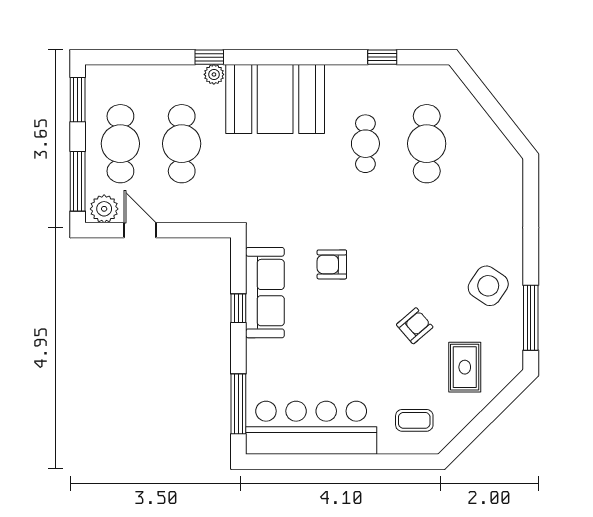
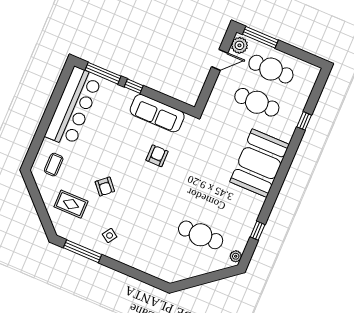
window: (209, 57) -> (304, 121), moved
plant: (214, 74) -> (236, 256), moved
window: (78, 100) -> (305, 56), removed
cafe table: (365, 144) -> (215, 202), removed
side table: (488, 286) -> (110, 235), width x0.54, depth x0.54
window: (238, 308) -> (134, 86), moved

